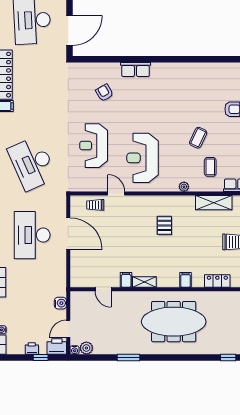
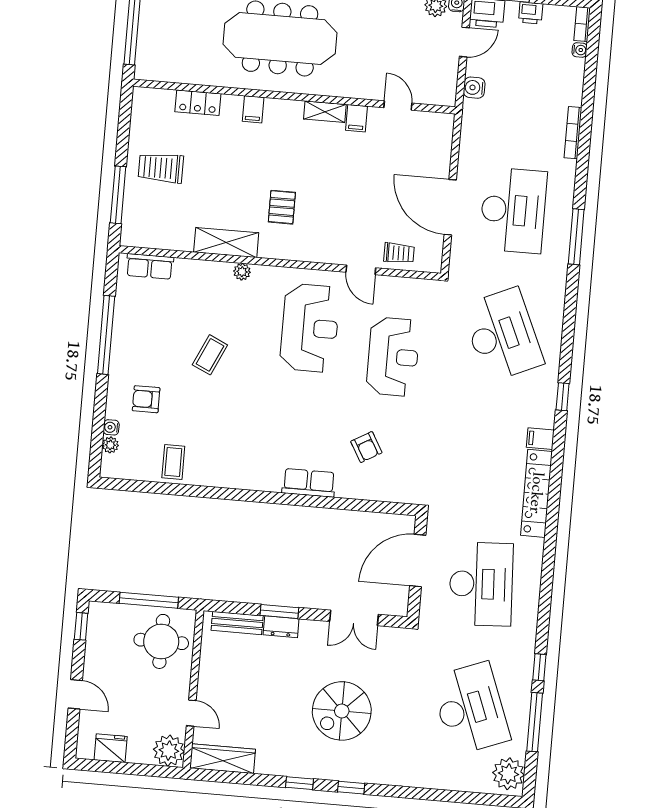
coffee table: (210, 167) -> (173, 462), moved
shelving: (214, 203) -> (226, 243), moved

